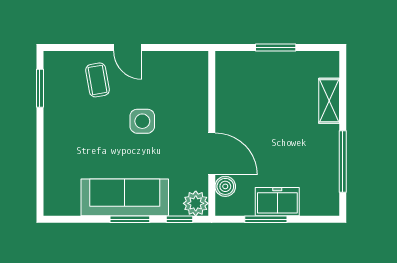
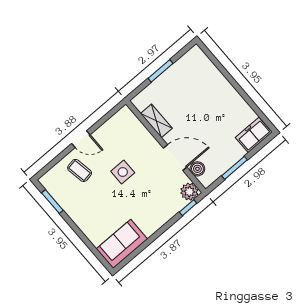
shelving: (329, 101) -> (156, 121), moved
window: (343, 161) -> (249, 101), removed
sofa: (125, 197) -> (122, 244), moved, width x0.73
freezer: (277, 202) -> (254, 135), moved
window: (130, 219) -> (161, 231), removed

